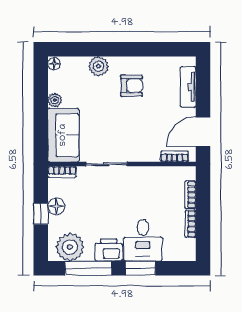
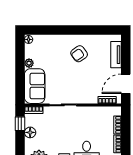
plant: (98, 66) -> (58, 41), removed
armchair: (131, 86) -> (79, 54), turned 144
window: (41, 214) -> (20, 124), moved

